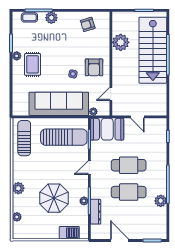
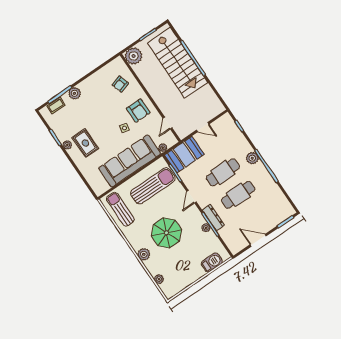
armchair: (88, 24) -> (120, 84), moved
plant: (121, 42) -> (134, 56), moved
parasol: (54, 198) -> (166, 233), moved
plant: (161, 201) -> (252, 158), moved
dresser: (96, 212) -> (213, 218), moved

